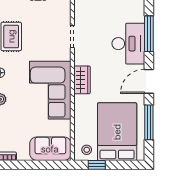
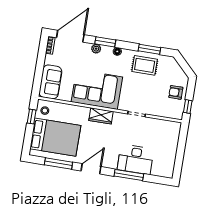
desk: (128, 44) -> (136, 159), moved
door: (149, 81) -> (91, 169), hinge flipped

